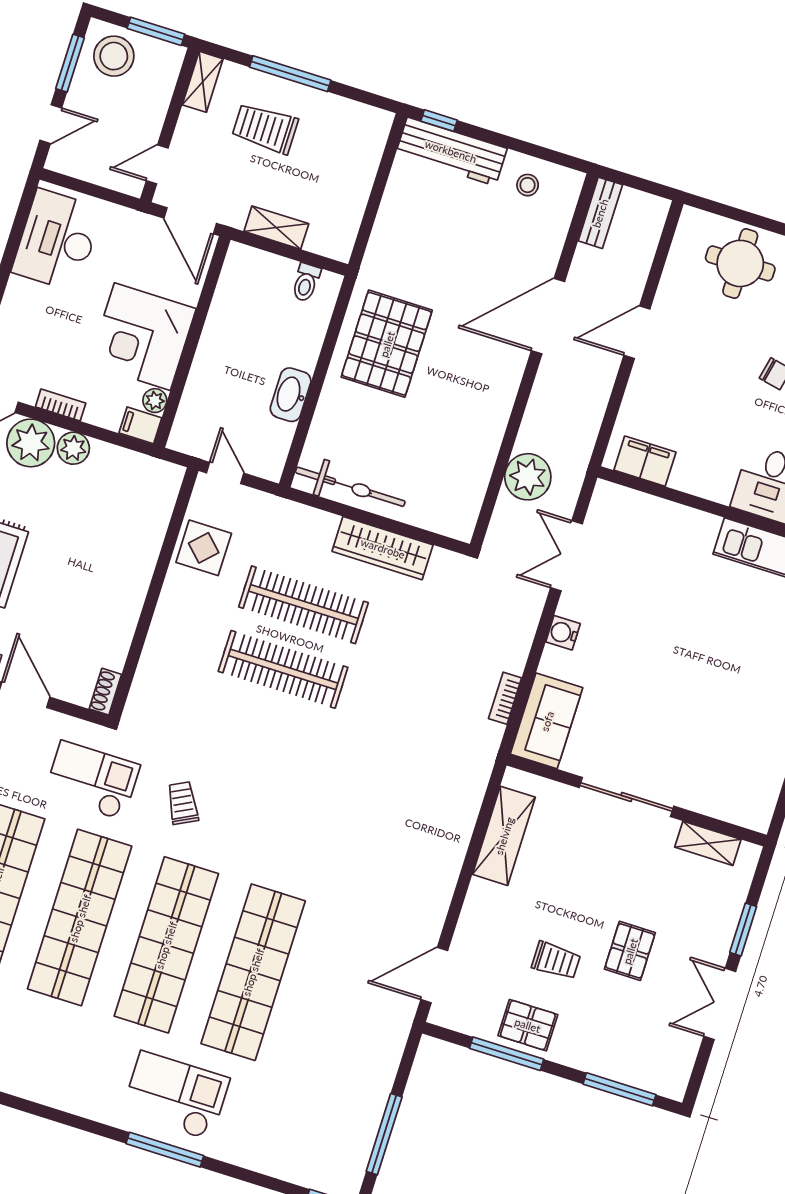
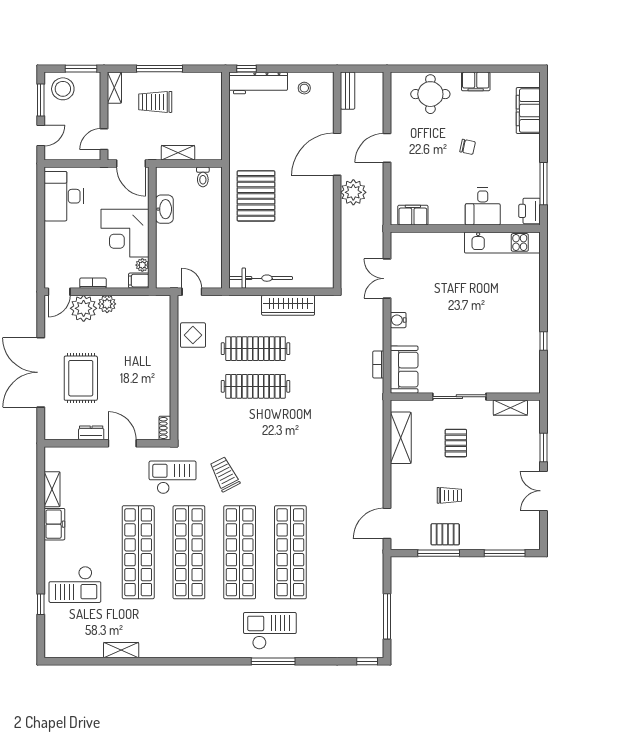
washbasin: (291, 395) -> (164, 209), moved, turned 180
plant: (528, 477) -> (353, 192), moved
trolley: (183, 803) -> (225, 474), width x1.36, depth x1.39
pallet: (630, 951) -> (456, 443), moved

